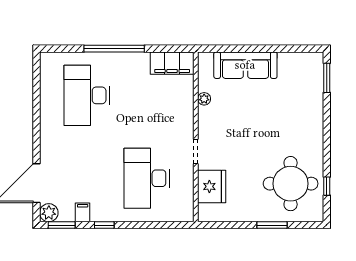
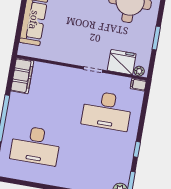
plant: (204, 99) -> (139, 71), moved
filing cabinet: (83, 212) -> (138, 85), moved
window: (272, 225) -> (156, 38), moved

